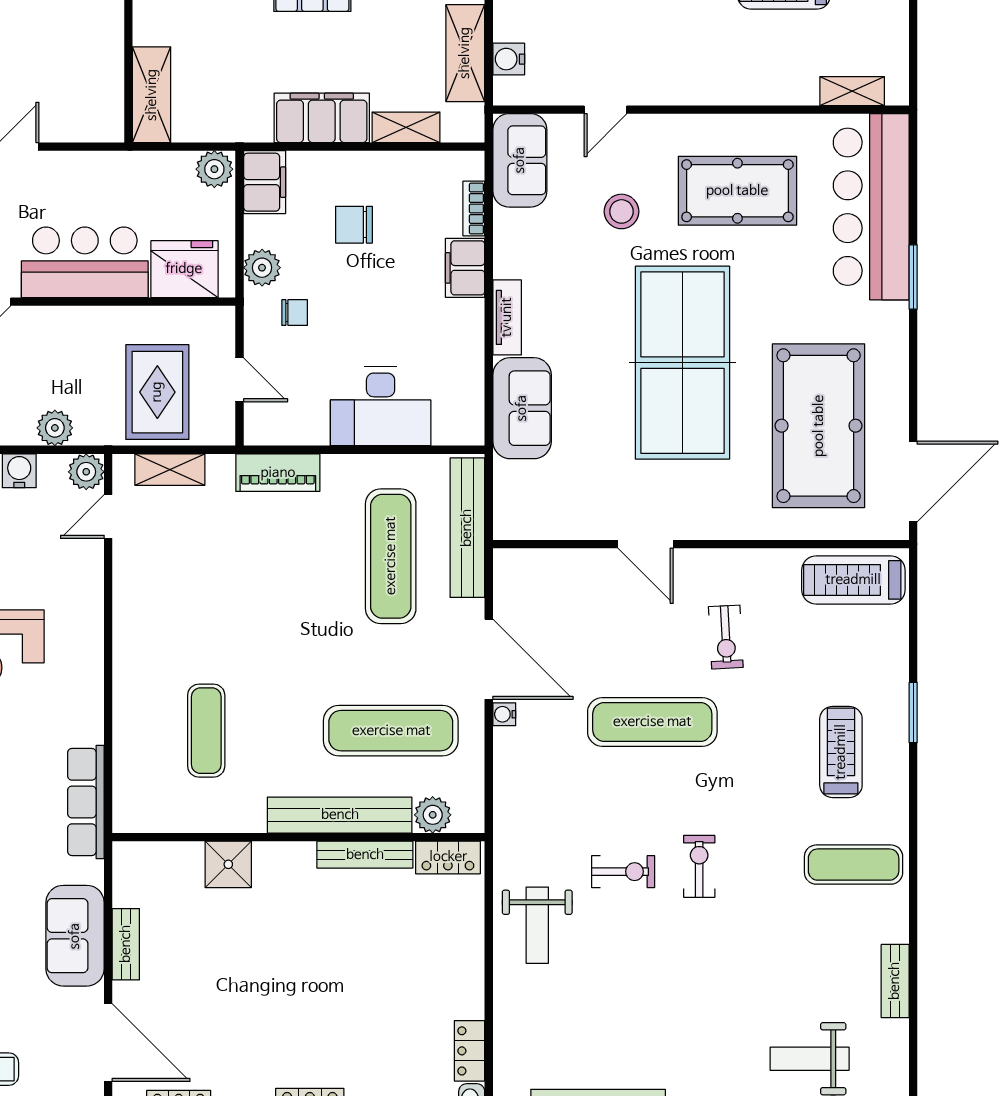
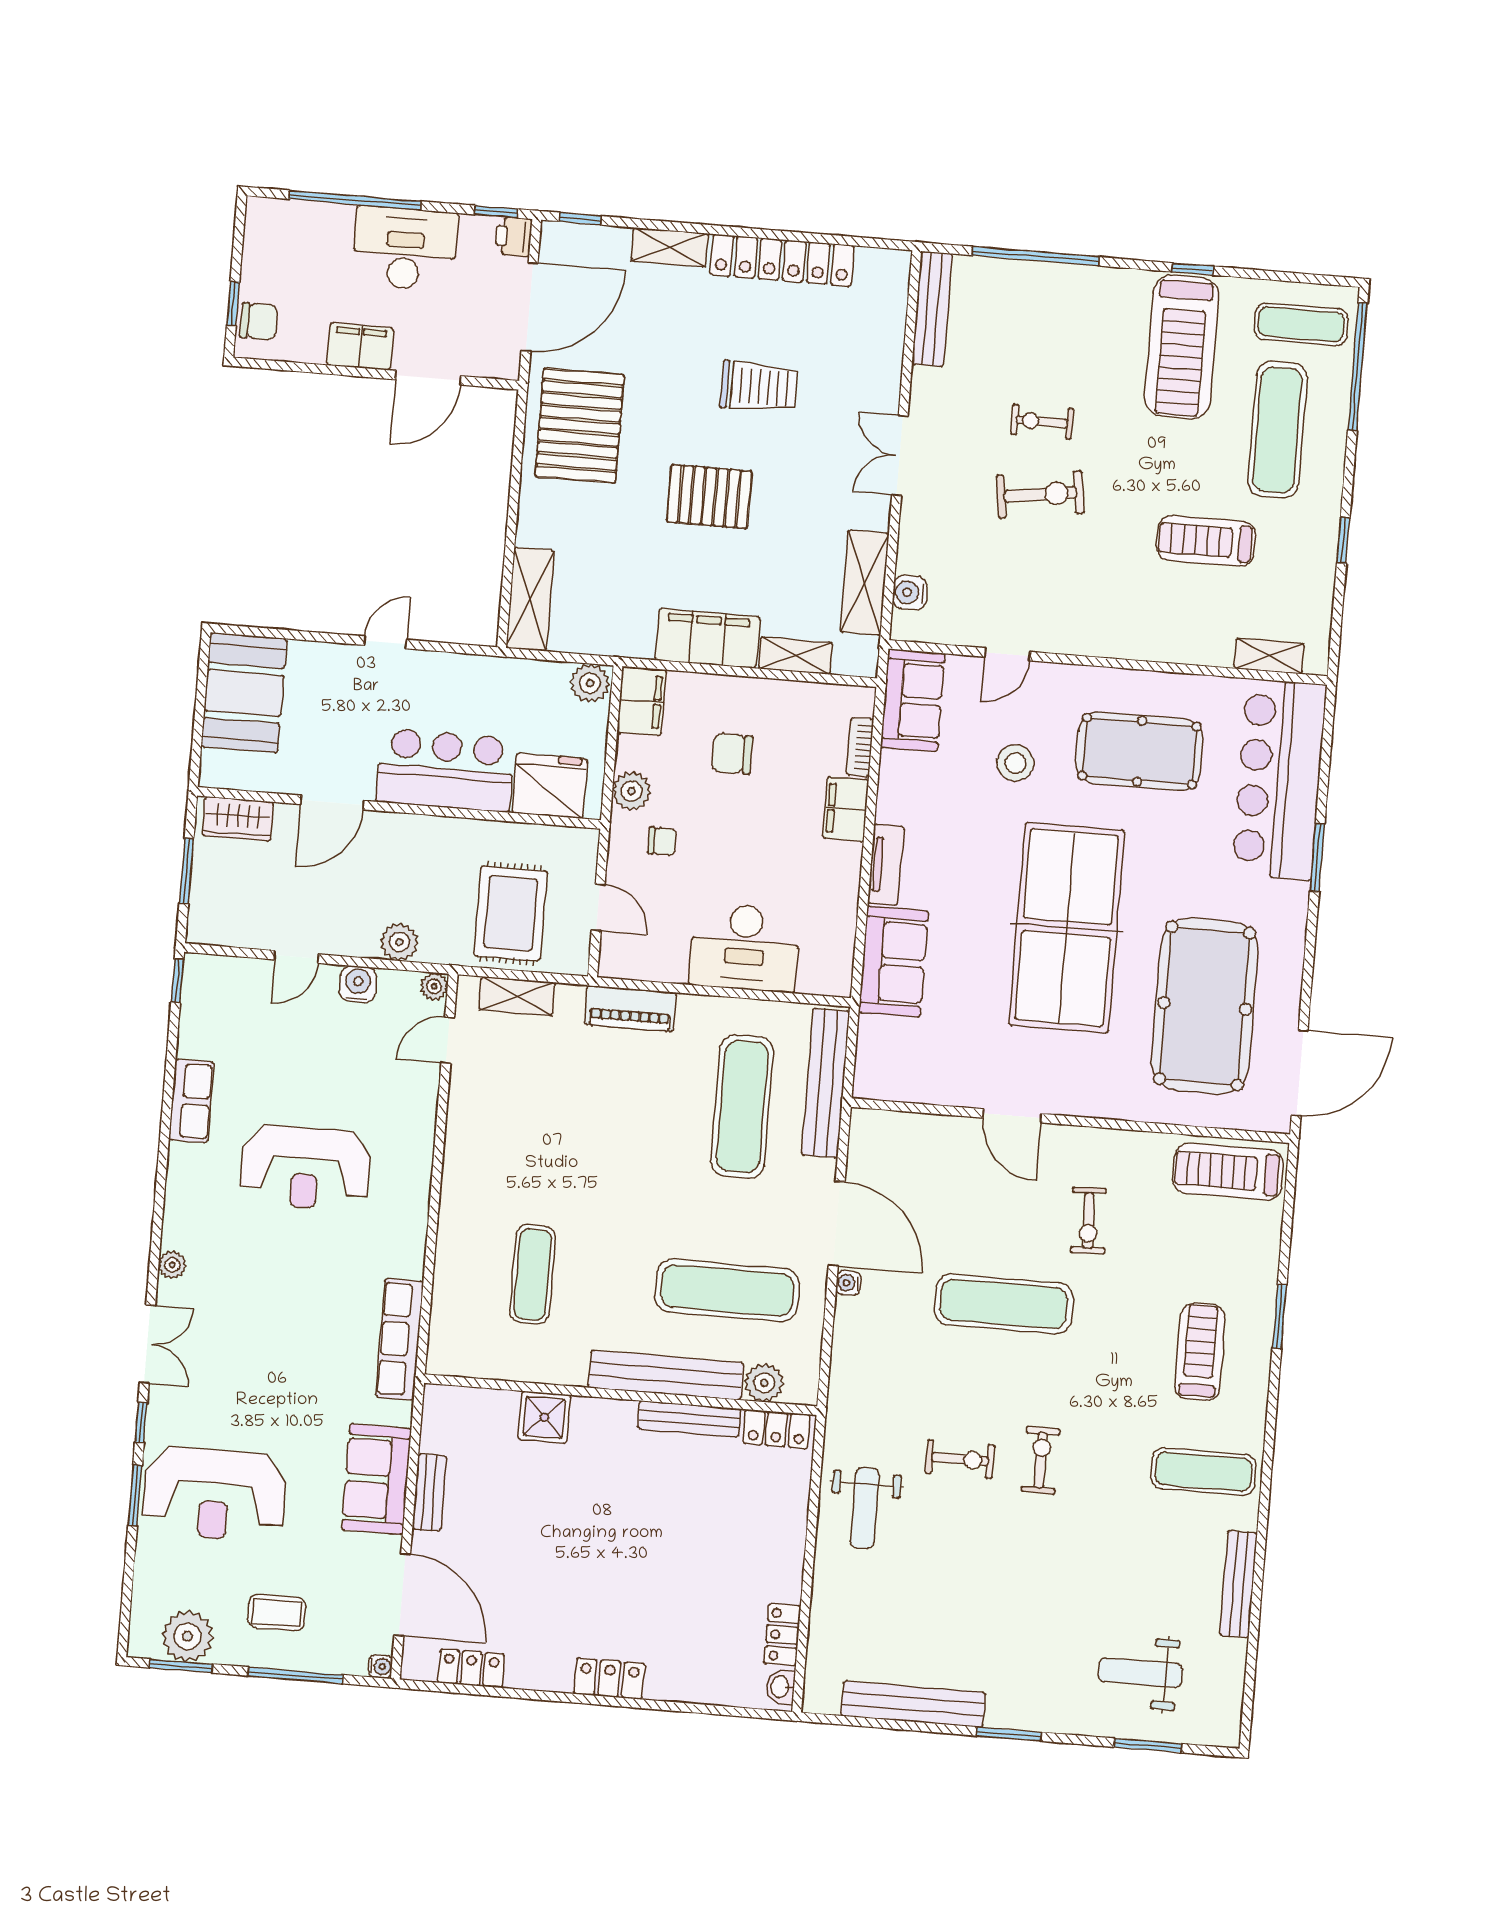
plant: (86, 472) -> (434, 986), width x0.73, depth x0.73
bench: (895, 981) -> (1238, 1584), width x1.36

